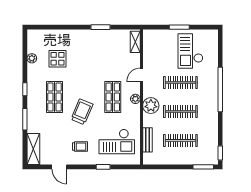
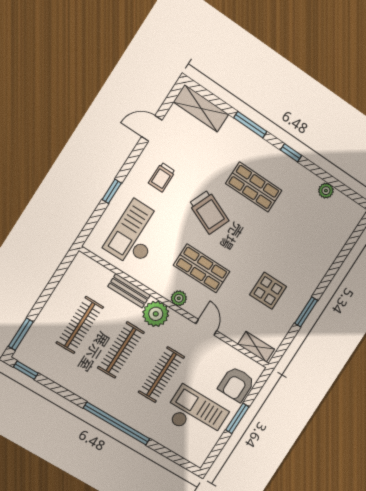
armchair: (161, 40) -> (236, 384), added
display table: (57, 59) -> (268, 291), moved
bench: (147, 140) -> (129, 291), moved

